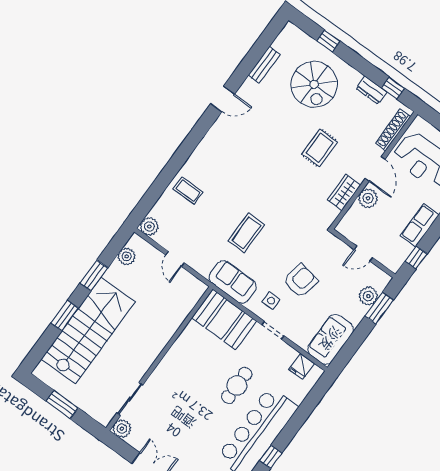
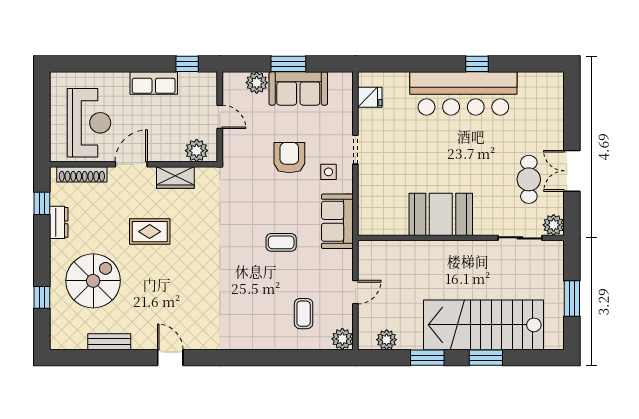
coffee table: (188, 191) -> (304, 314), moved
plant: (368, 198) -> (197, 151), moved
coffee table: (246, 233) -> (281, 242), width x0.73, depth x0.77
armchair: (300, 281) -> (289, 158), turned 80
window: (379, 308) -> (288, 64), moved
booth: (224, 319) -> (441, 214), moved, turned 90
sofa: (331, 339) -> (298, 88), moved
cafe table: (237, 385) -> (529, 179), moved, turned 90

